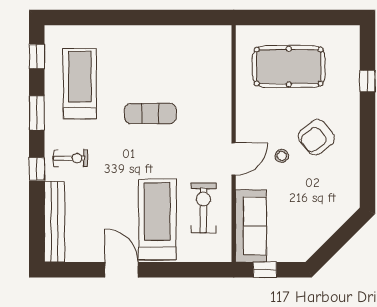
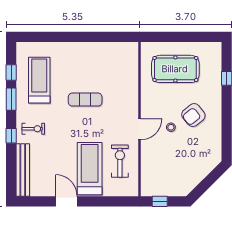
window: (37, 57) -> (11, 72), moved
sofa: (251, 226) -> (151, 173), removed

